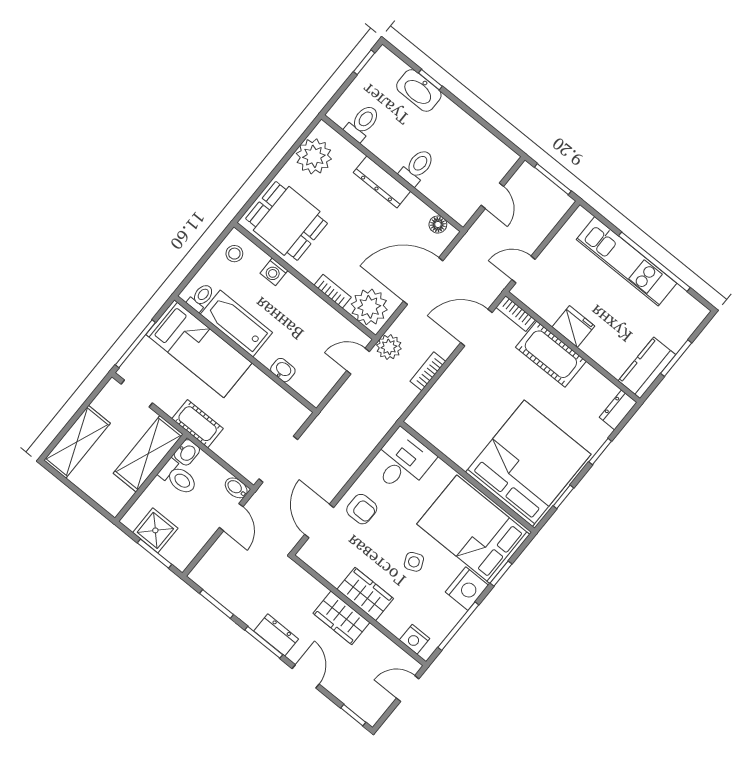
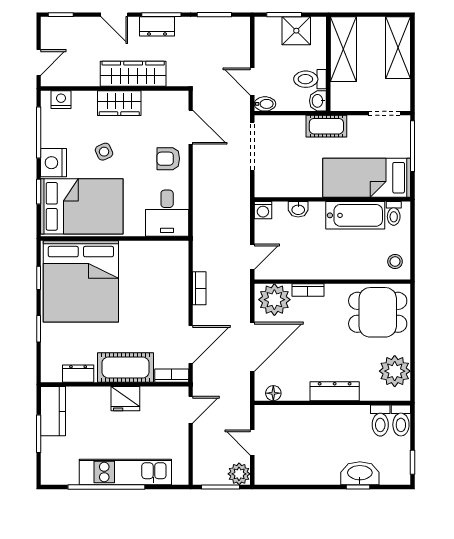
toilet: (417, 167) -> (401, 421), moved
washing machine: (274, 272) -> (263, 210), moved, turned 180
plant: (389, 347) -> (239, 474), moved
dresser: (618, 410) -> (78, 374), moved, turned -90
shelving: (148, 454) -> (343, 49), moved
wardrobe: (341, 618) -> (133, 74), width x1.50

